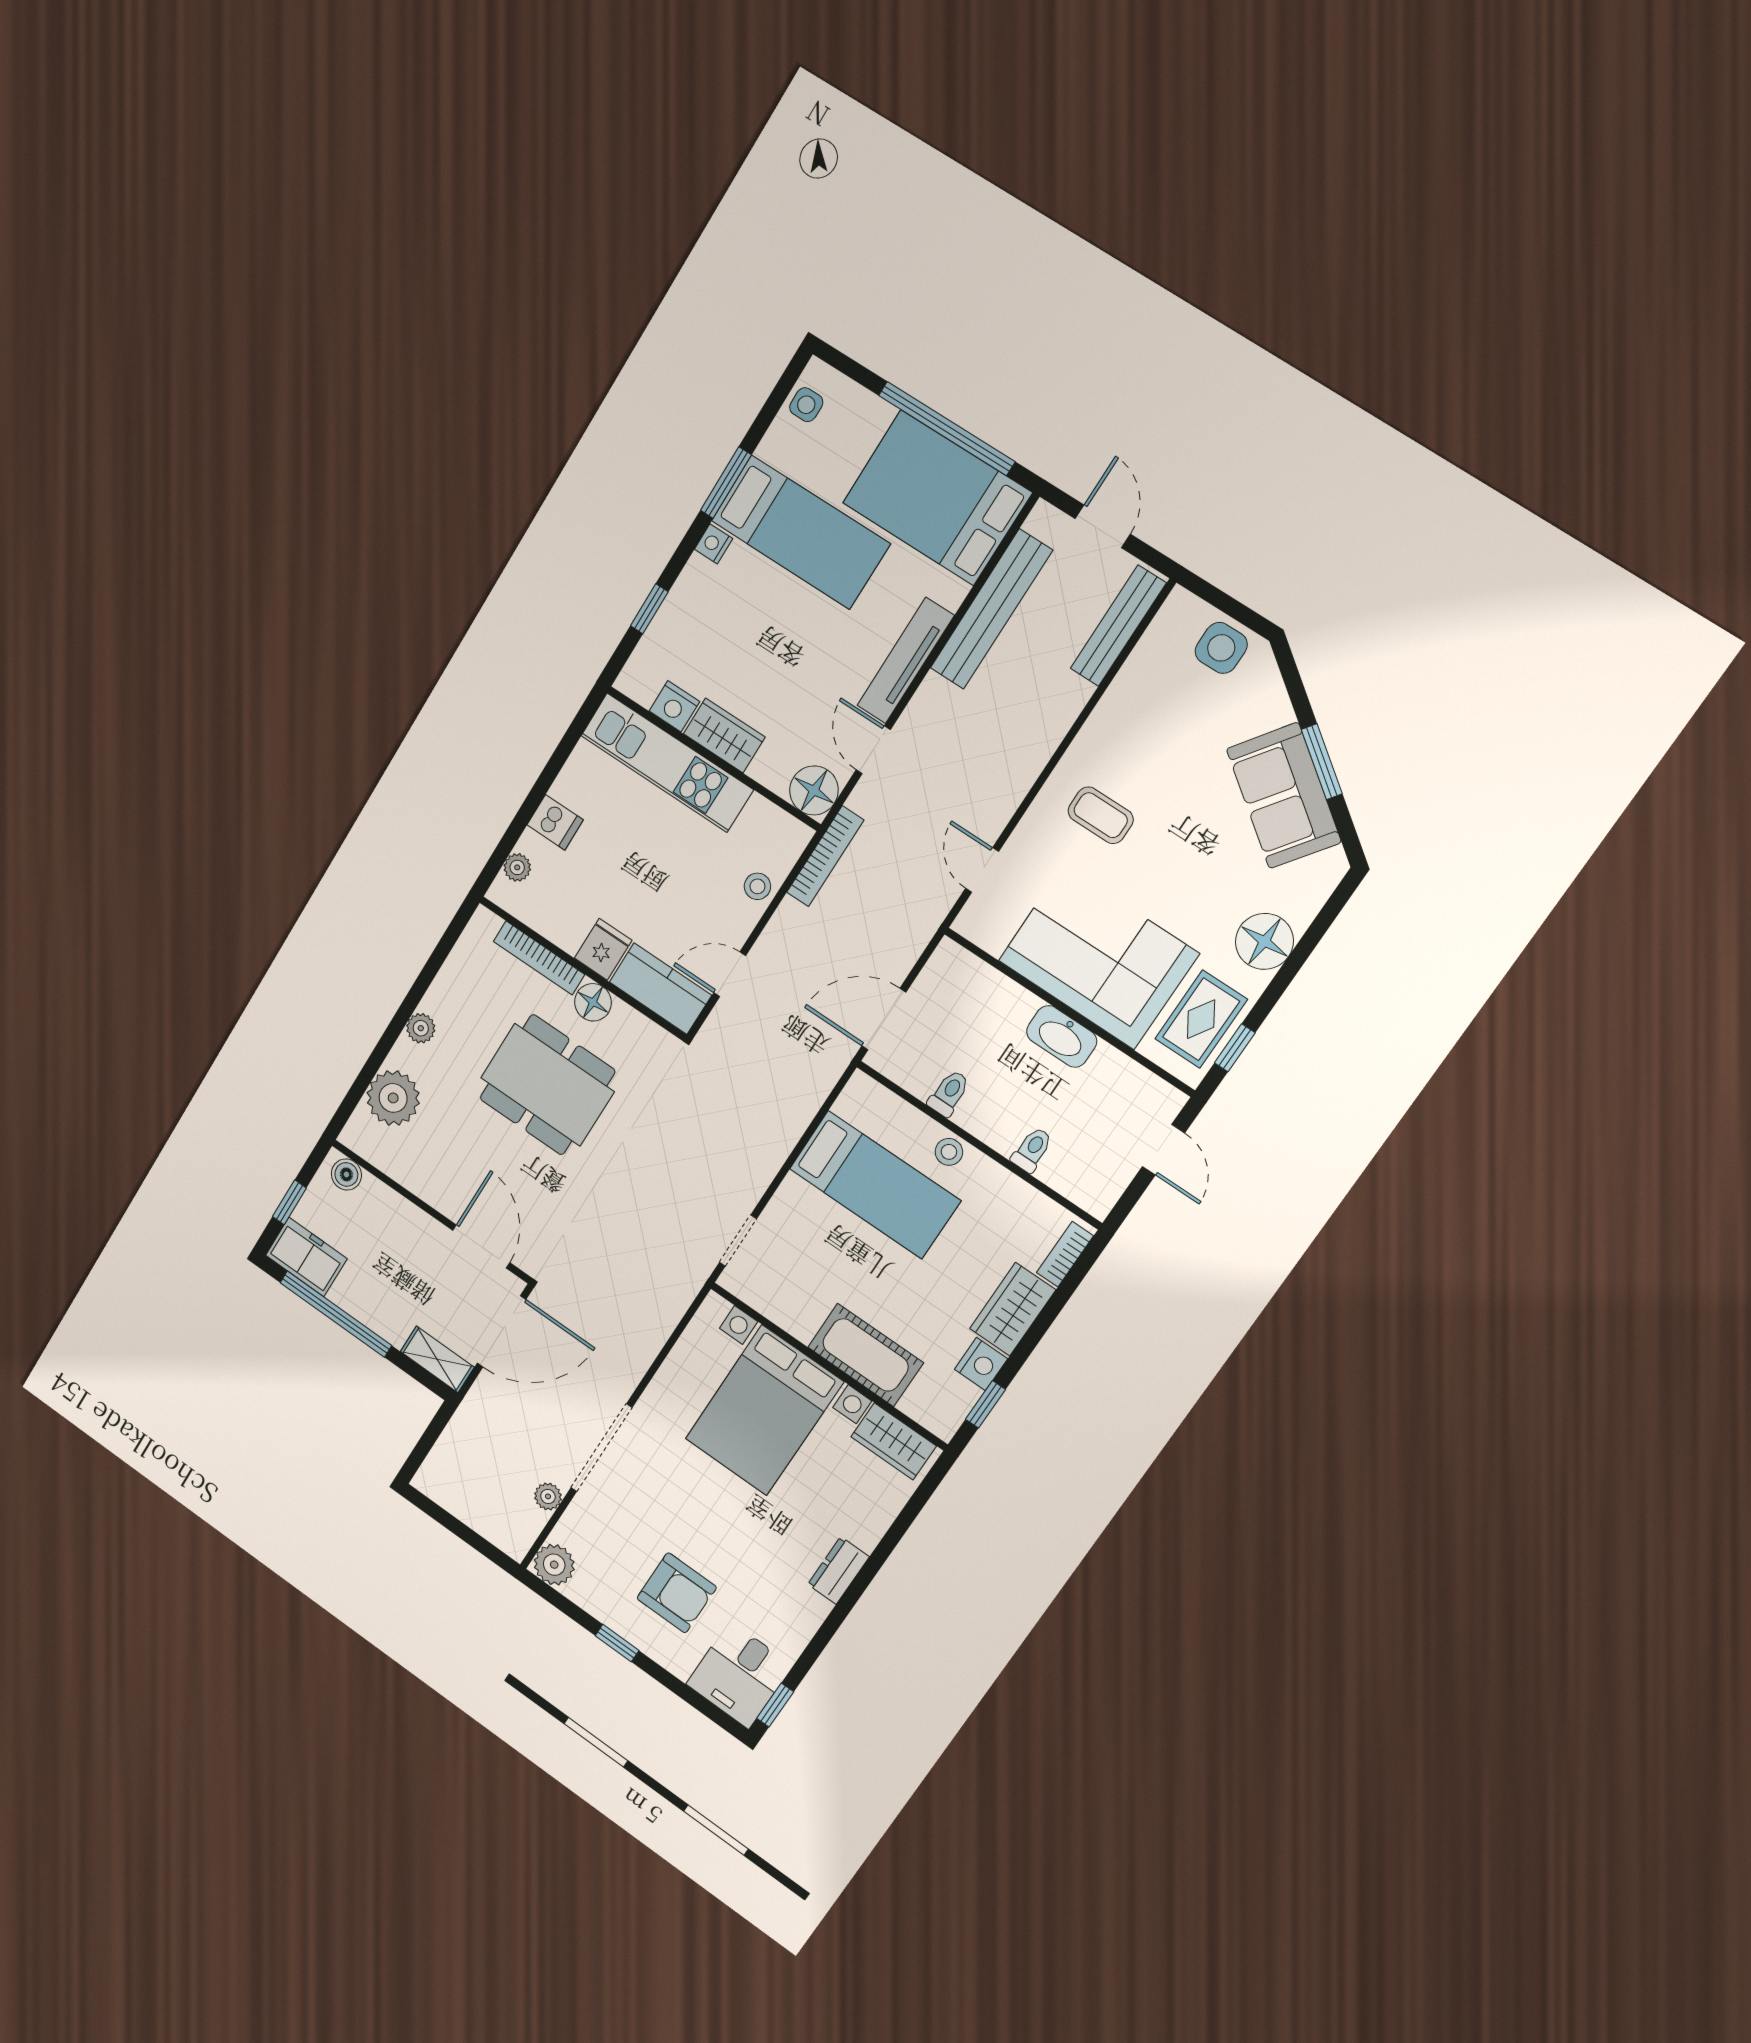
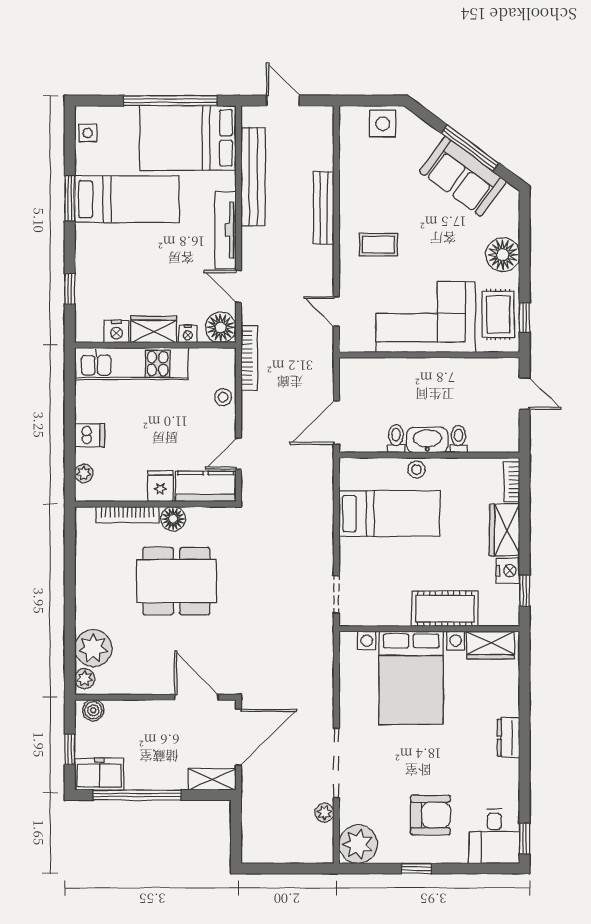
nightstand: (713, 544) -> (188, 334), moved, turned -90
bench: (1118, 626) -> (324, 208), moved
window: (1322, 762) -> (470, 148), width x1.44
plant: (421, 1028) -> (85, 679), moved
washbasin: (1062, 1036) -> (427, 440), moved, turned 180
plant: (554, 1565) -> (358, 844), width x1.36, depth x1.36

